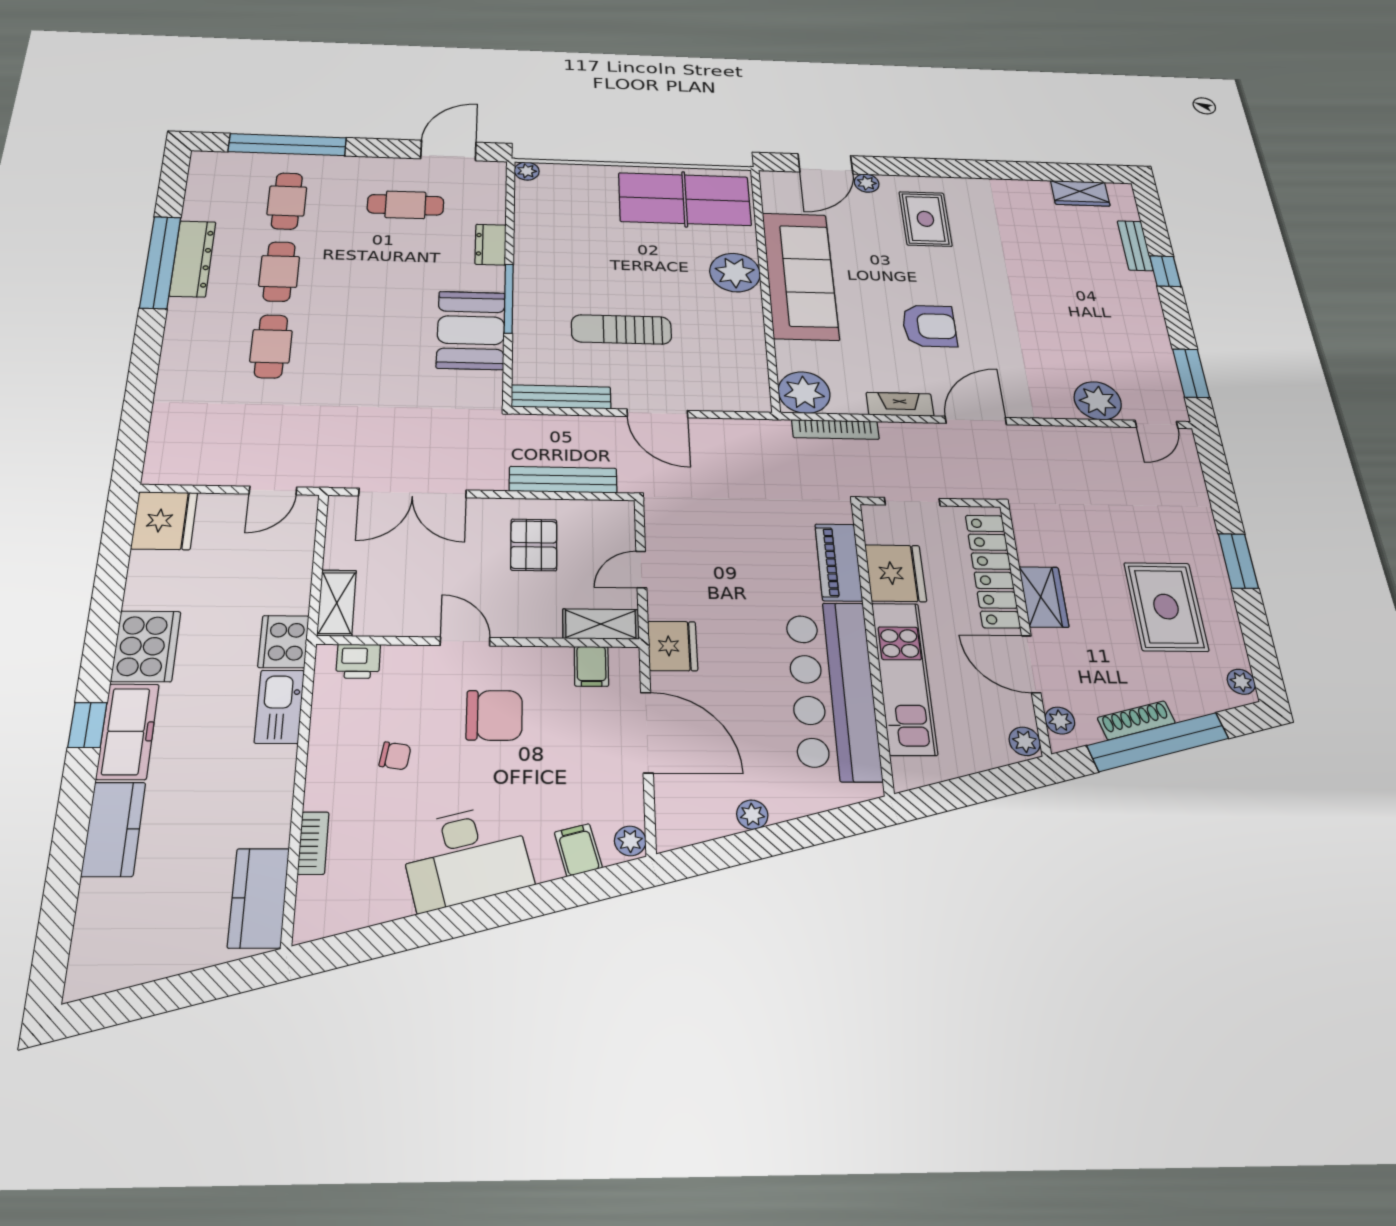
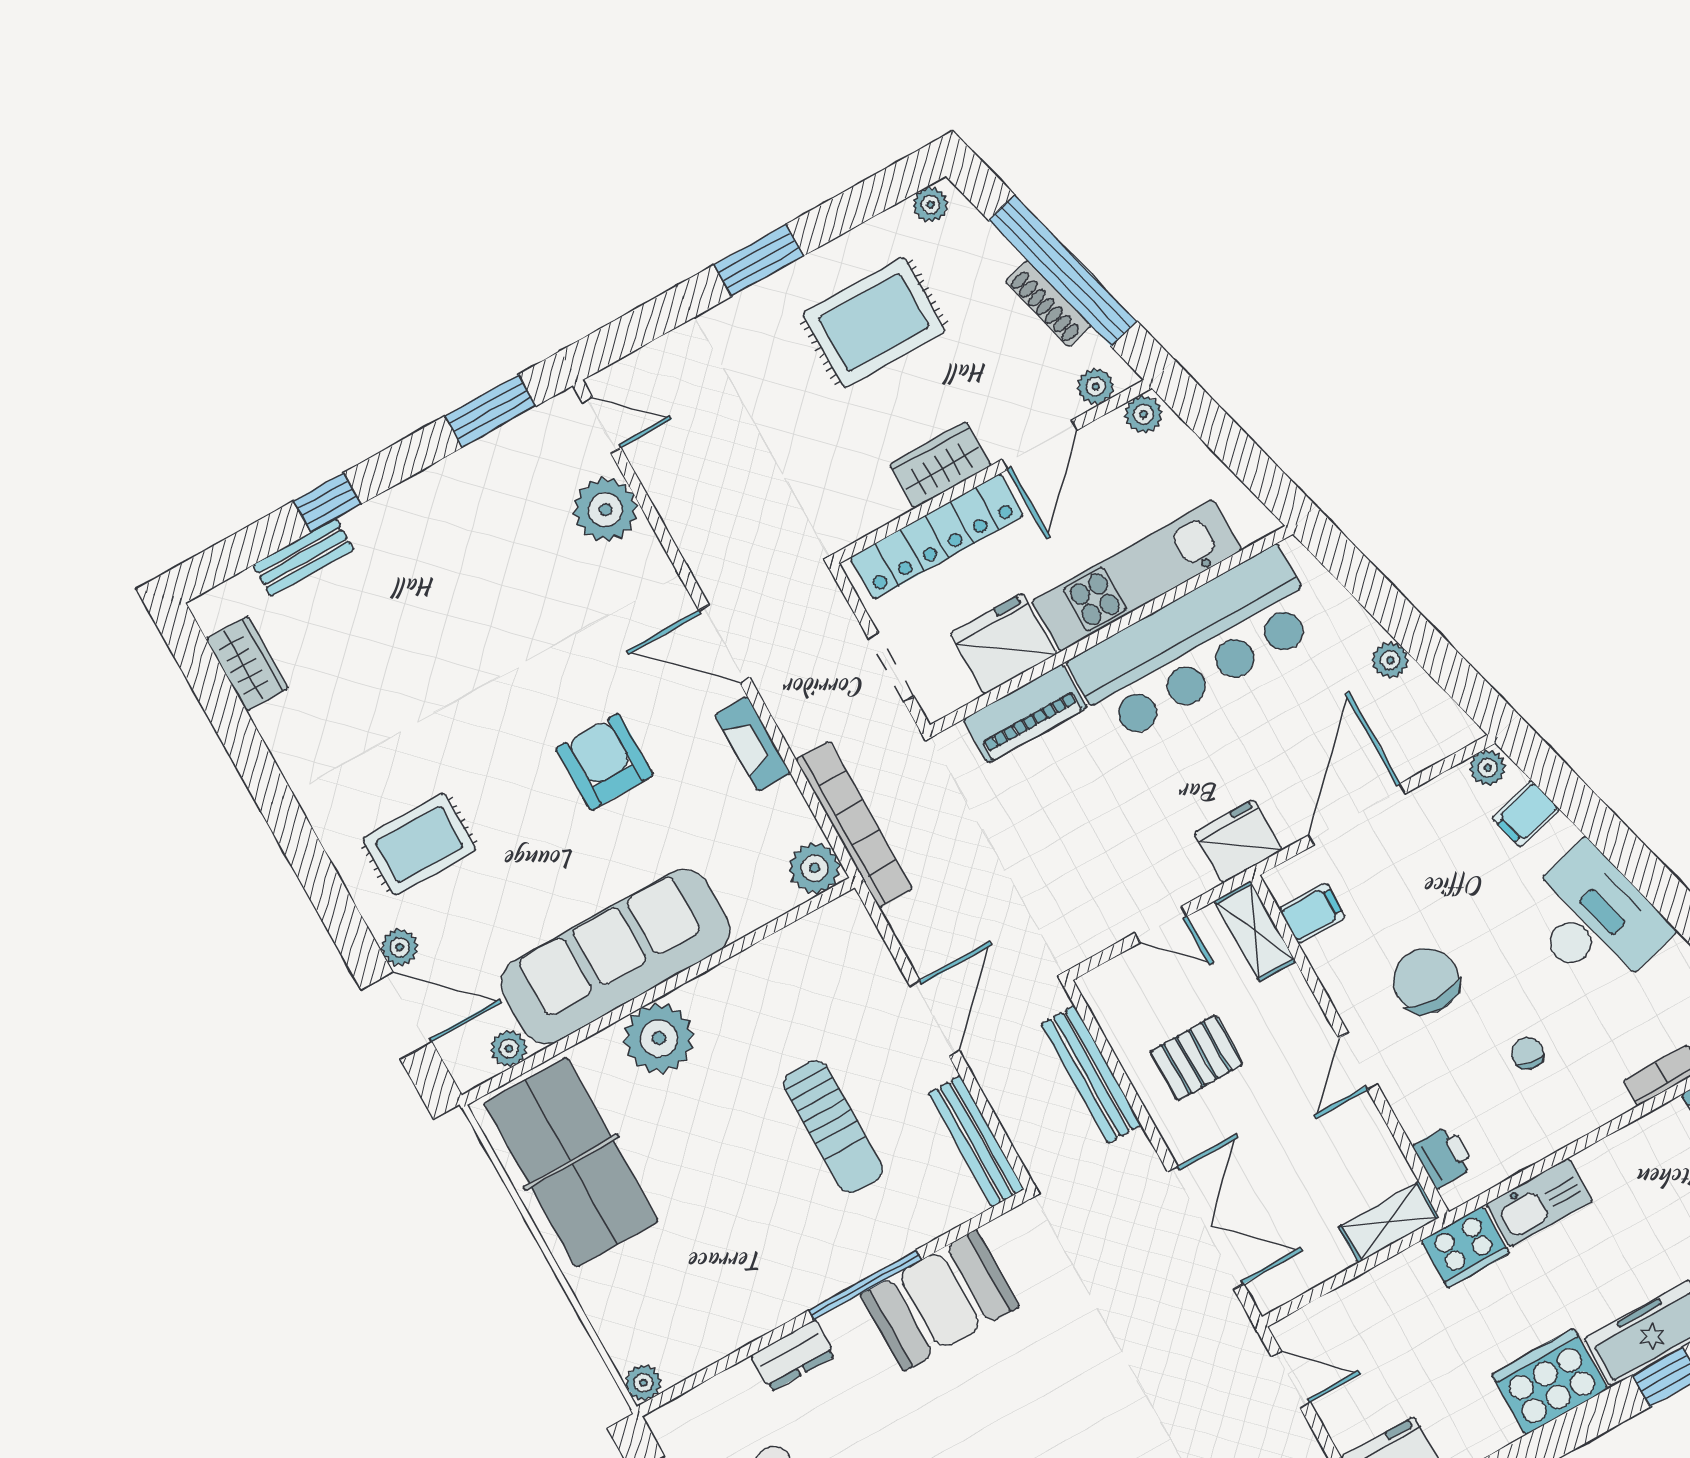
plant: (774, 203) -> (509, 1048), added
plant: (804, 393) -> (815, 868), width x0.73, depth x0.73
bookcase: (835, 429) -> (854, 824), width x1.48, depth x1.31

